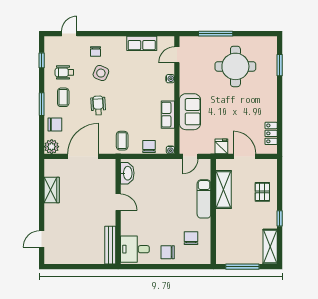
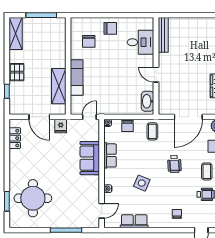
round table: (235, 66) -> (33, 198), moved
side table: (101, 73) -> (142, 183), moved
pallet: (262, 192) -> (17, 72), moved
window: (280, 218) -> (7, 91), moved
desk: (135, 249) -> (141, 42), moved

